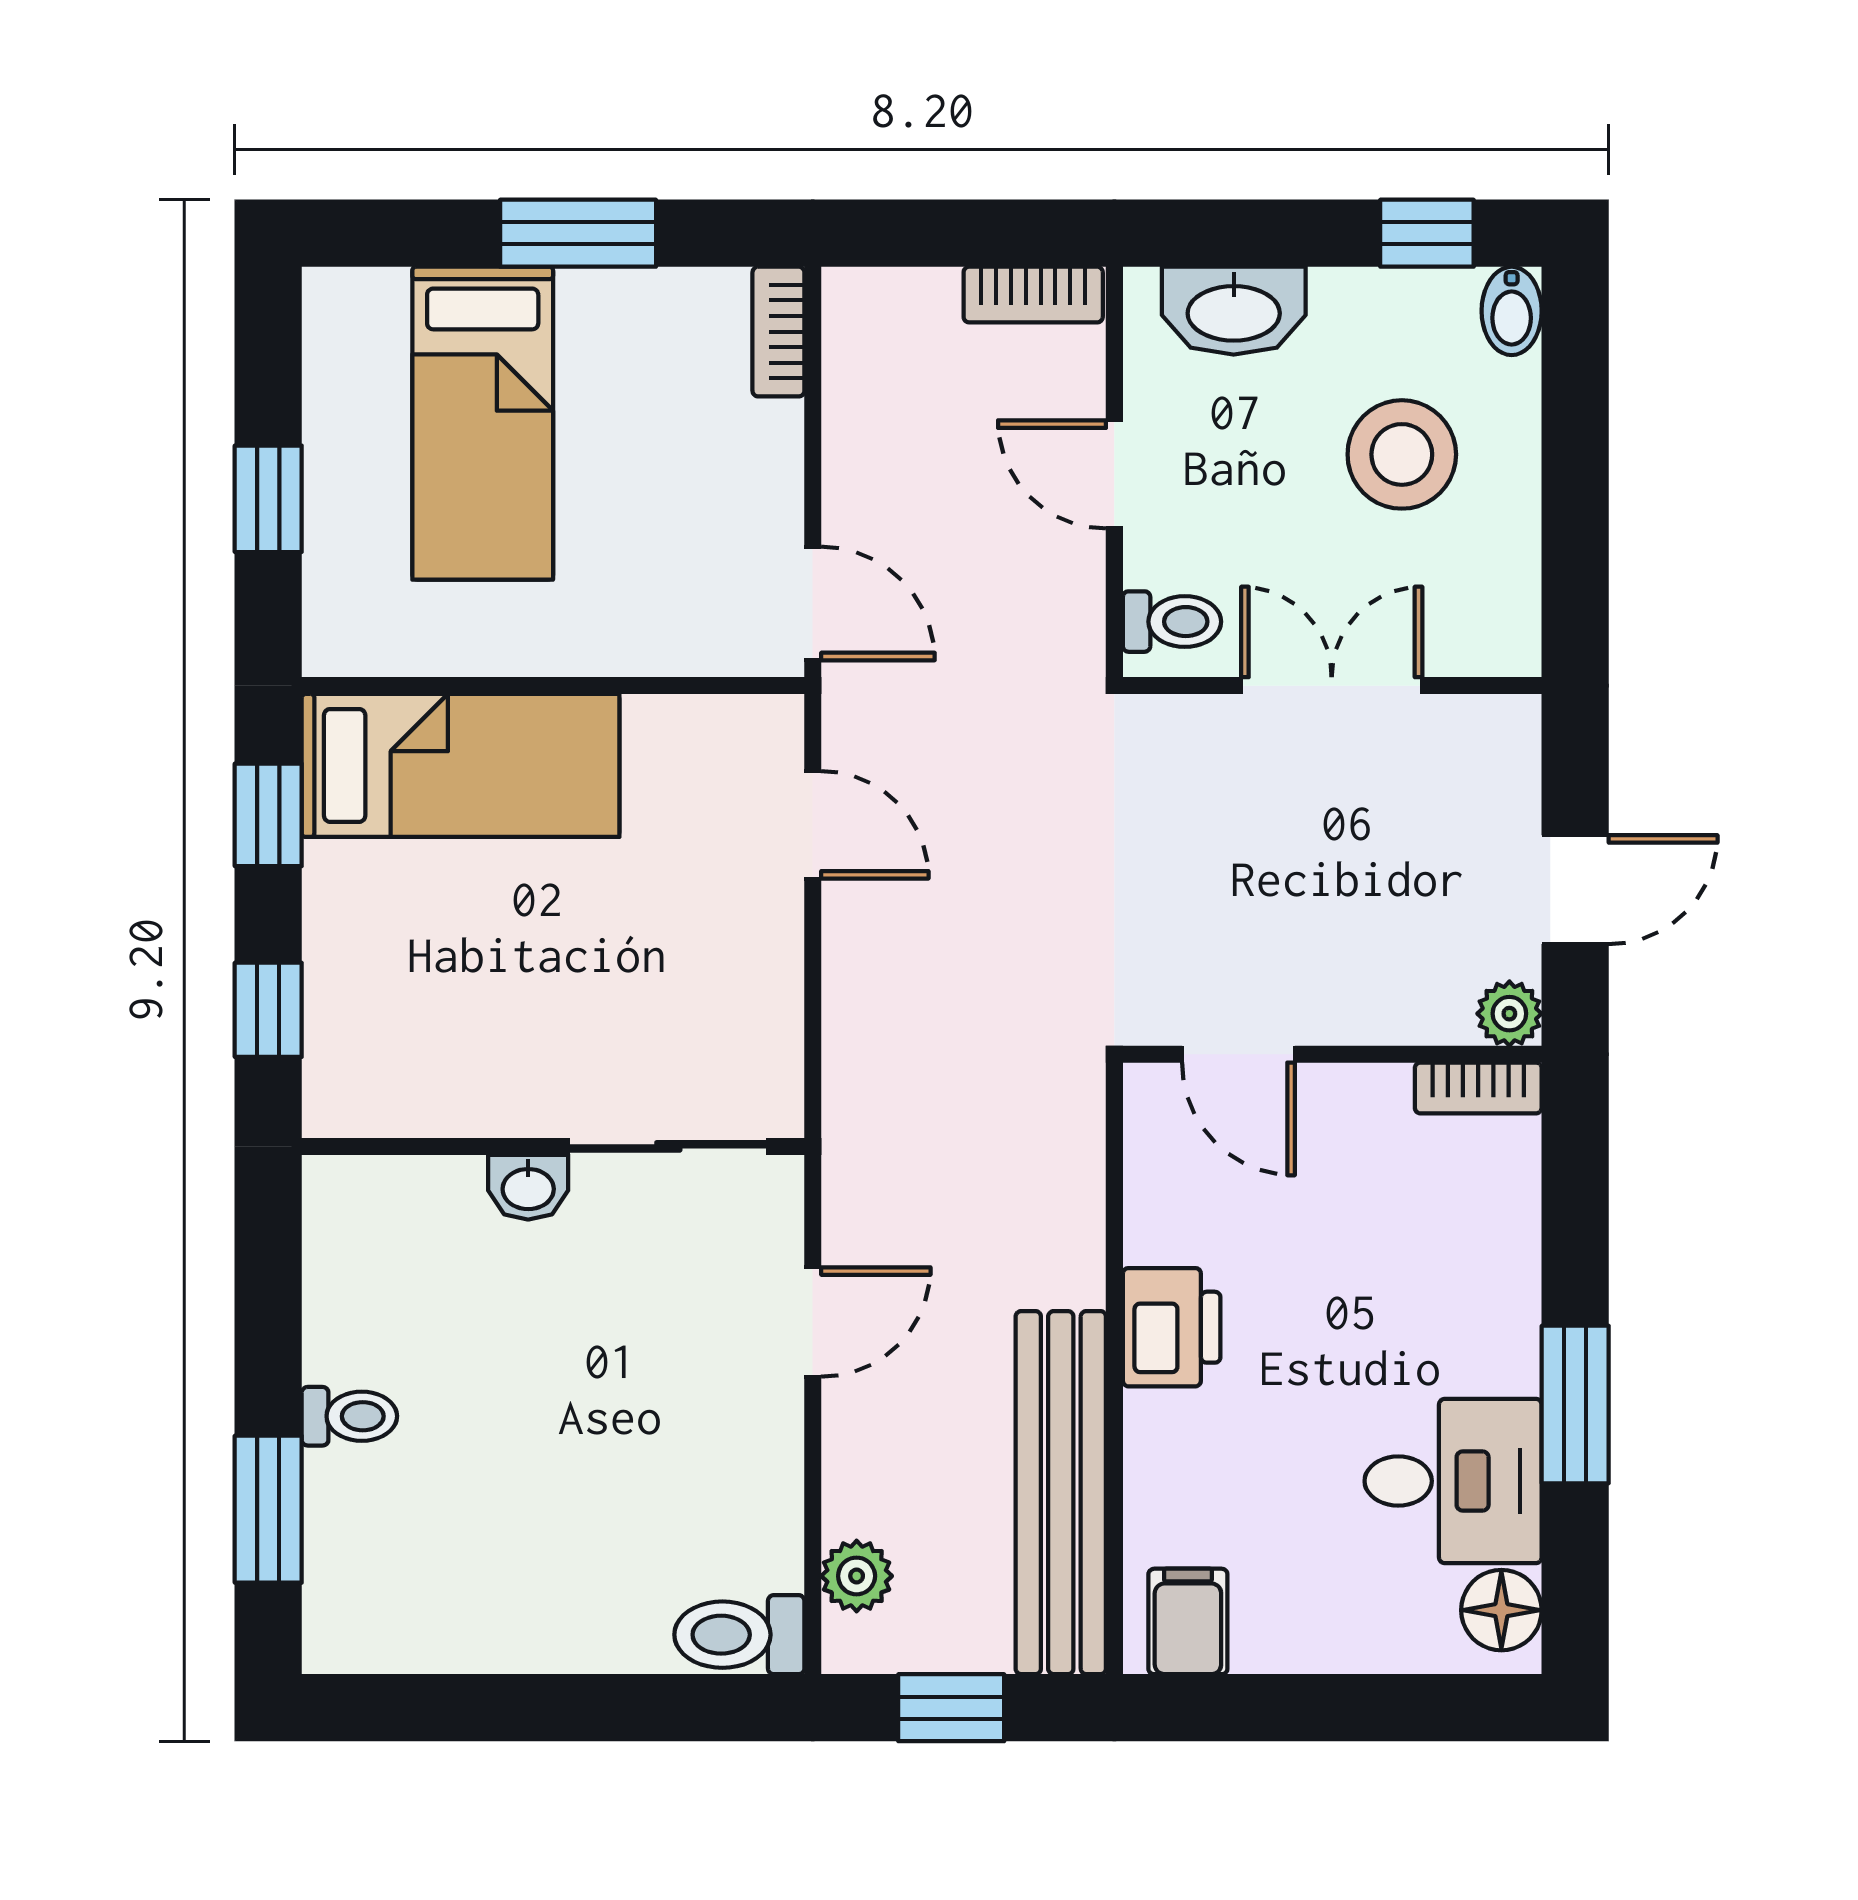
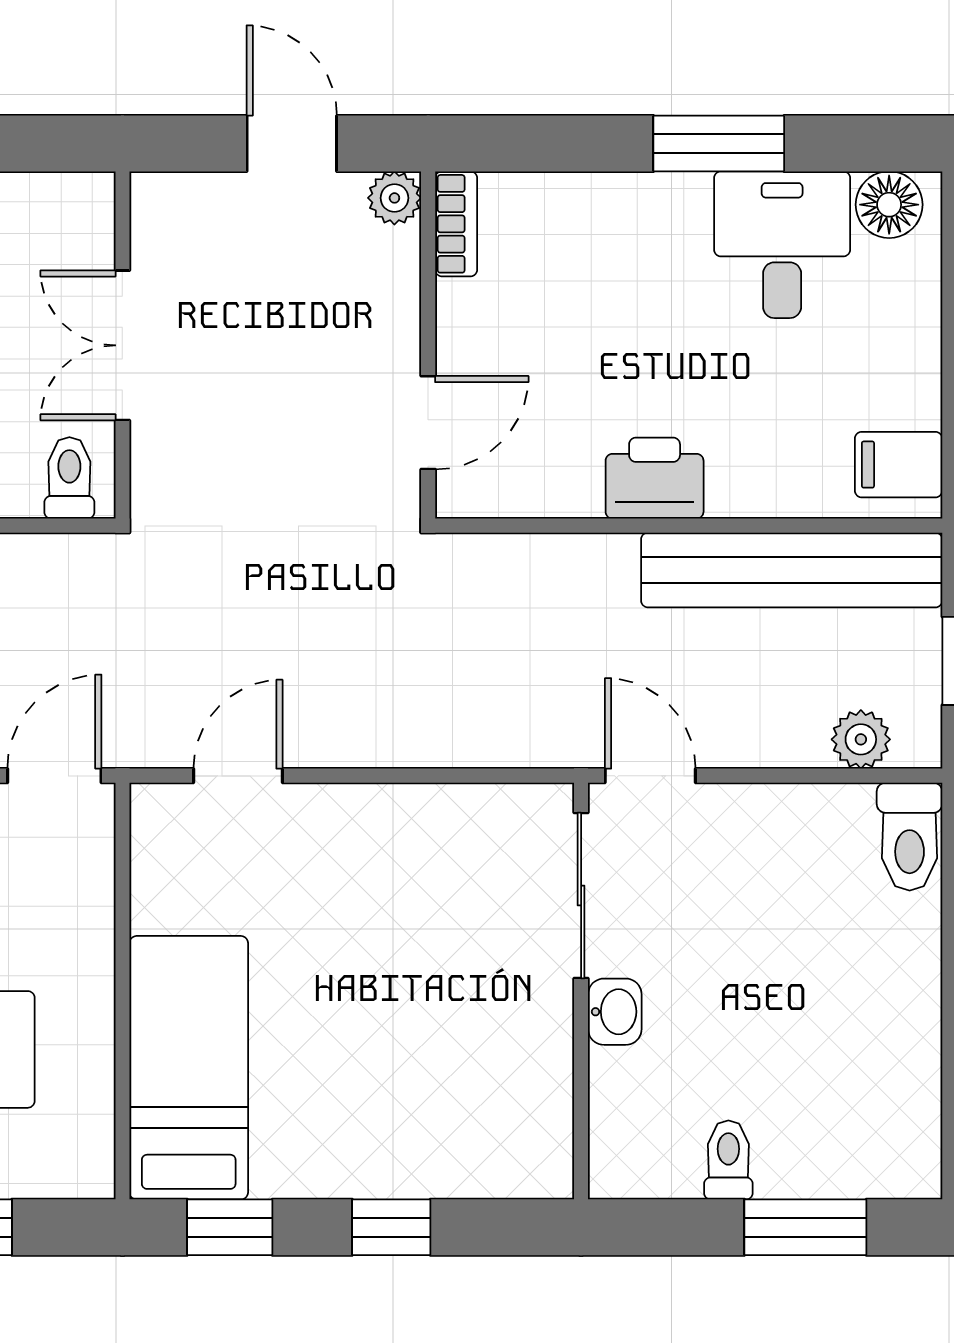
wall: (553, 1146) -> (581, 991), moved
sliding door: (668, 1146) -> (581, 895), moved
washbasin: (528, 1187) -> (615, 1012), moved

